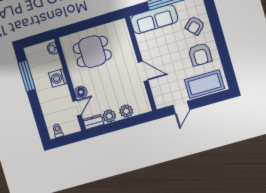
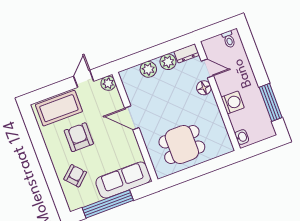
dining table: (92, 52) -> (182, 144), moved
armchair: (200, 54) -> (79, 137), moved
plant: (161, 102) -> (108, 83), added
door: (77, 108) -> (207, 68), swing flipped

